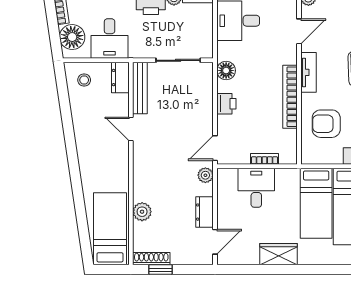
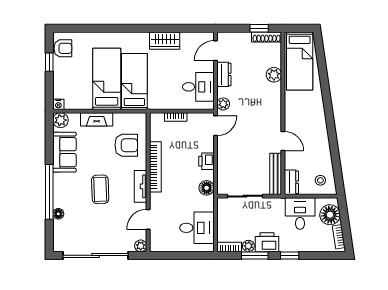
desk: (256, 188) -> (198, 87), moved, turned -90

